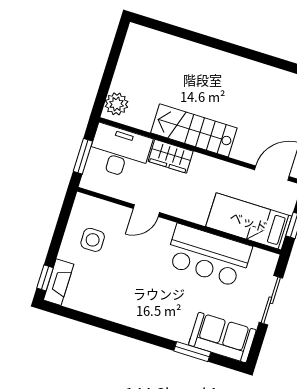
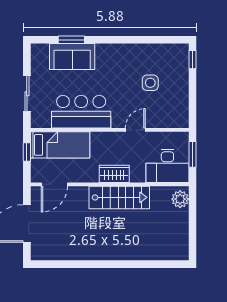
wardrobe: (171, 156) -> (114, 174), moved
side table: (93, 240) -> (150, 83), moved
fireplace: (59, 282) -> (182, 60), removed
sofa: (222, 337) -> (72, 56), moved

